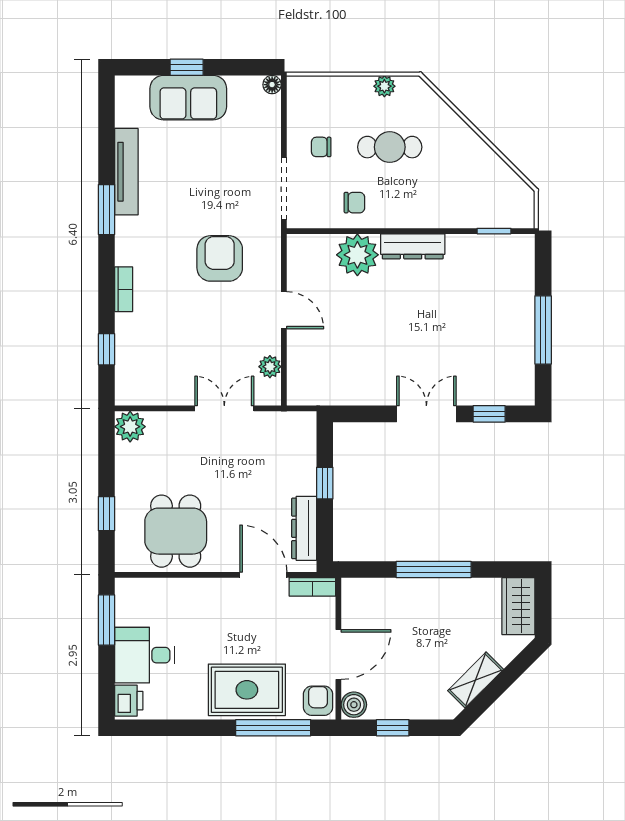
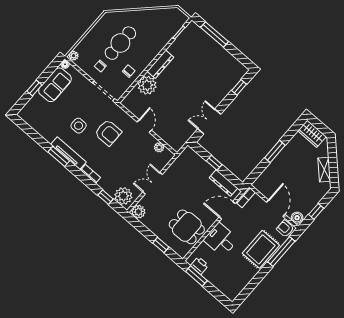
plant: (384, 86) -> (74, 56), moved
sofa: (188, 98) -> (55, 85), moved
cafe table: (390, 147) -> (120, 43), width x1.37, depth x1.35
tv unit: (126, 172) -> (68, 153), moved
side table: (188, 198) -> (79, 126), added
armchair: (220, 258) -> (108, 133), turned 180
door: (284, 310) -> (144, 126), hinge flipped
window: (543, 330) -> (215, 35), moved
plant: (134, 378) -> (123, 196), added
double door: (224, 408) -> (152, 183), moved
double door: (426, 414) -> (209, 122), moved
window: (434, 569) -> (275, 152), width x0.69
desk: (145, 655) -> (221, 240), moved, turned 90
printer: (129, 701) -> (199, 266), moved

